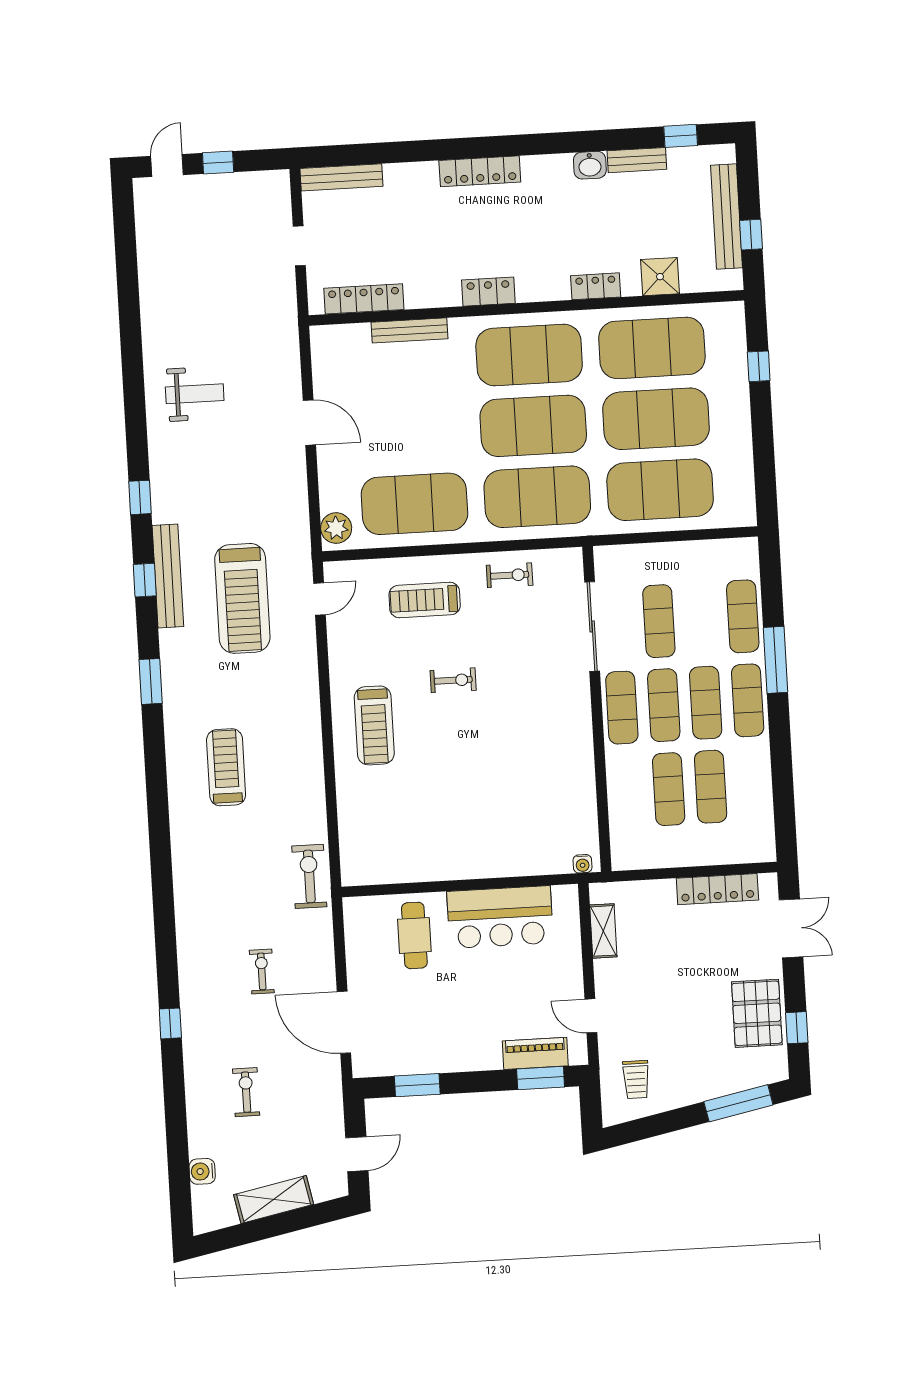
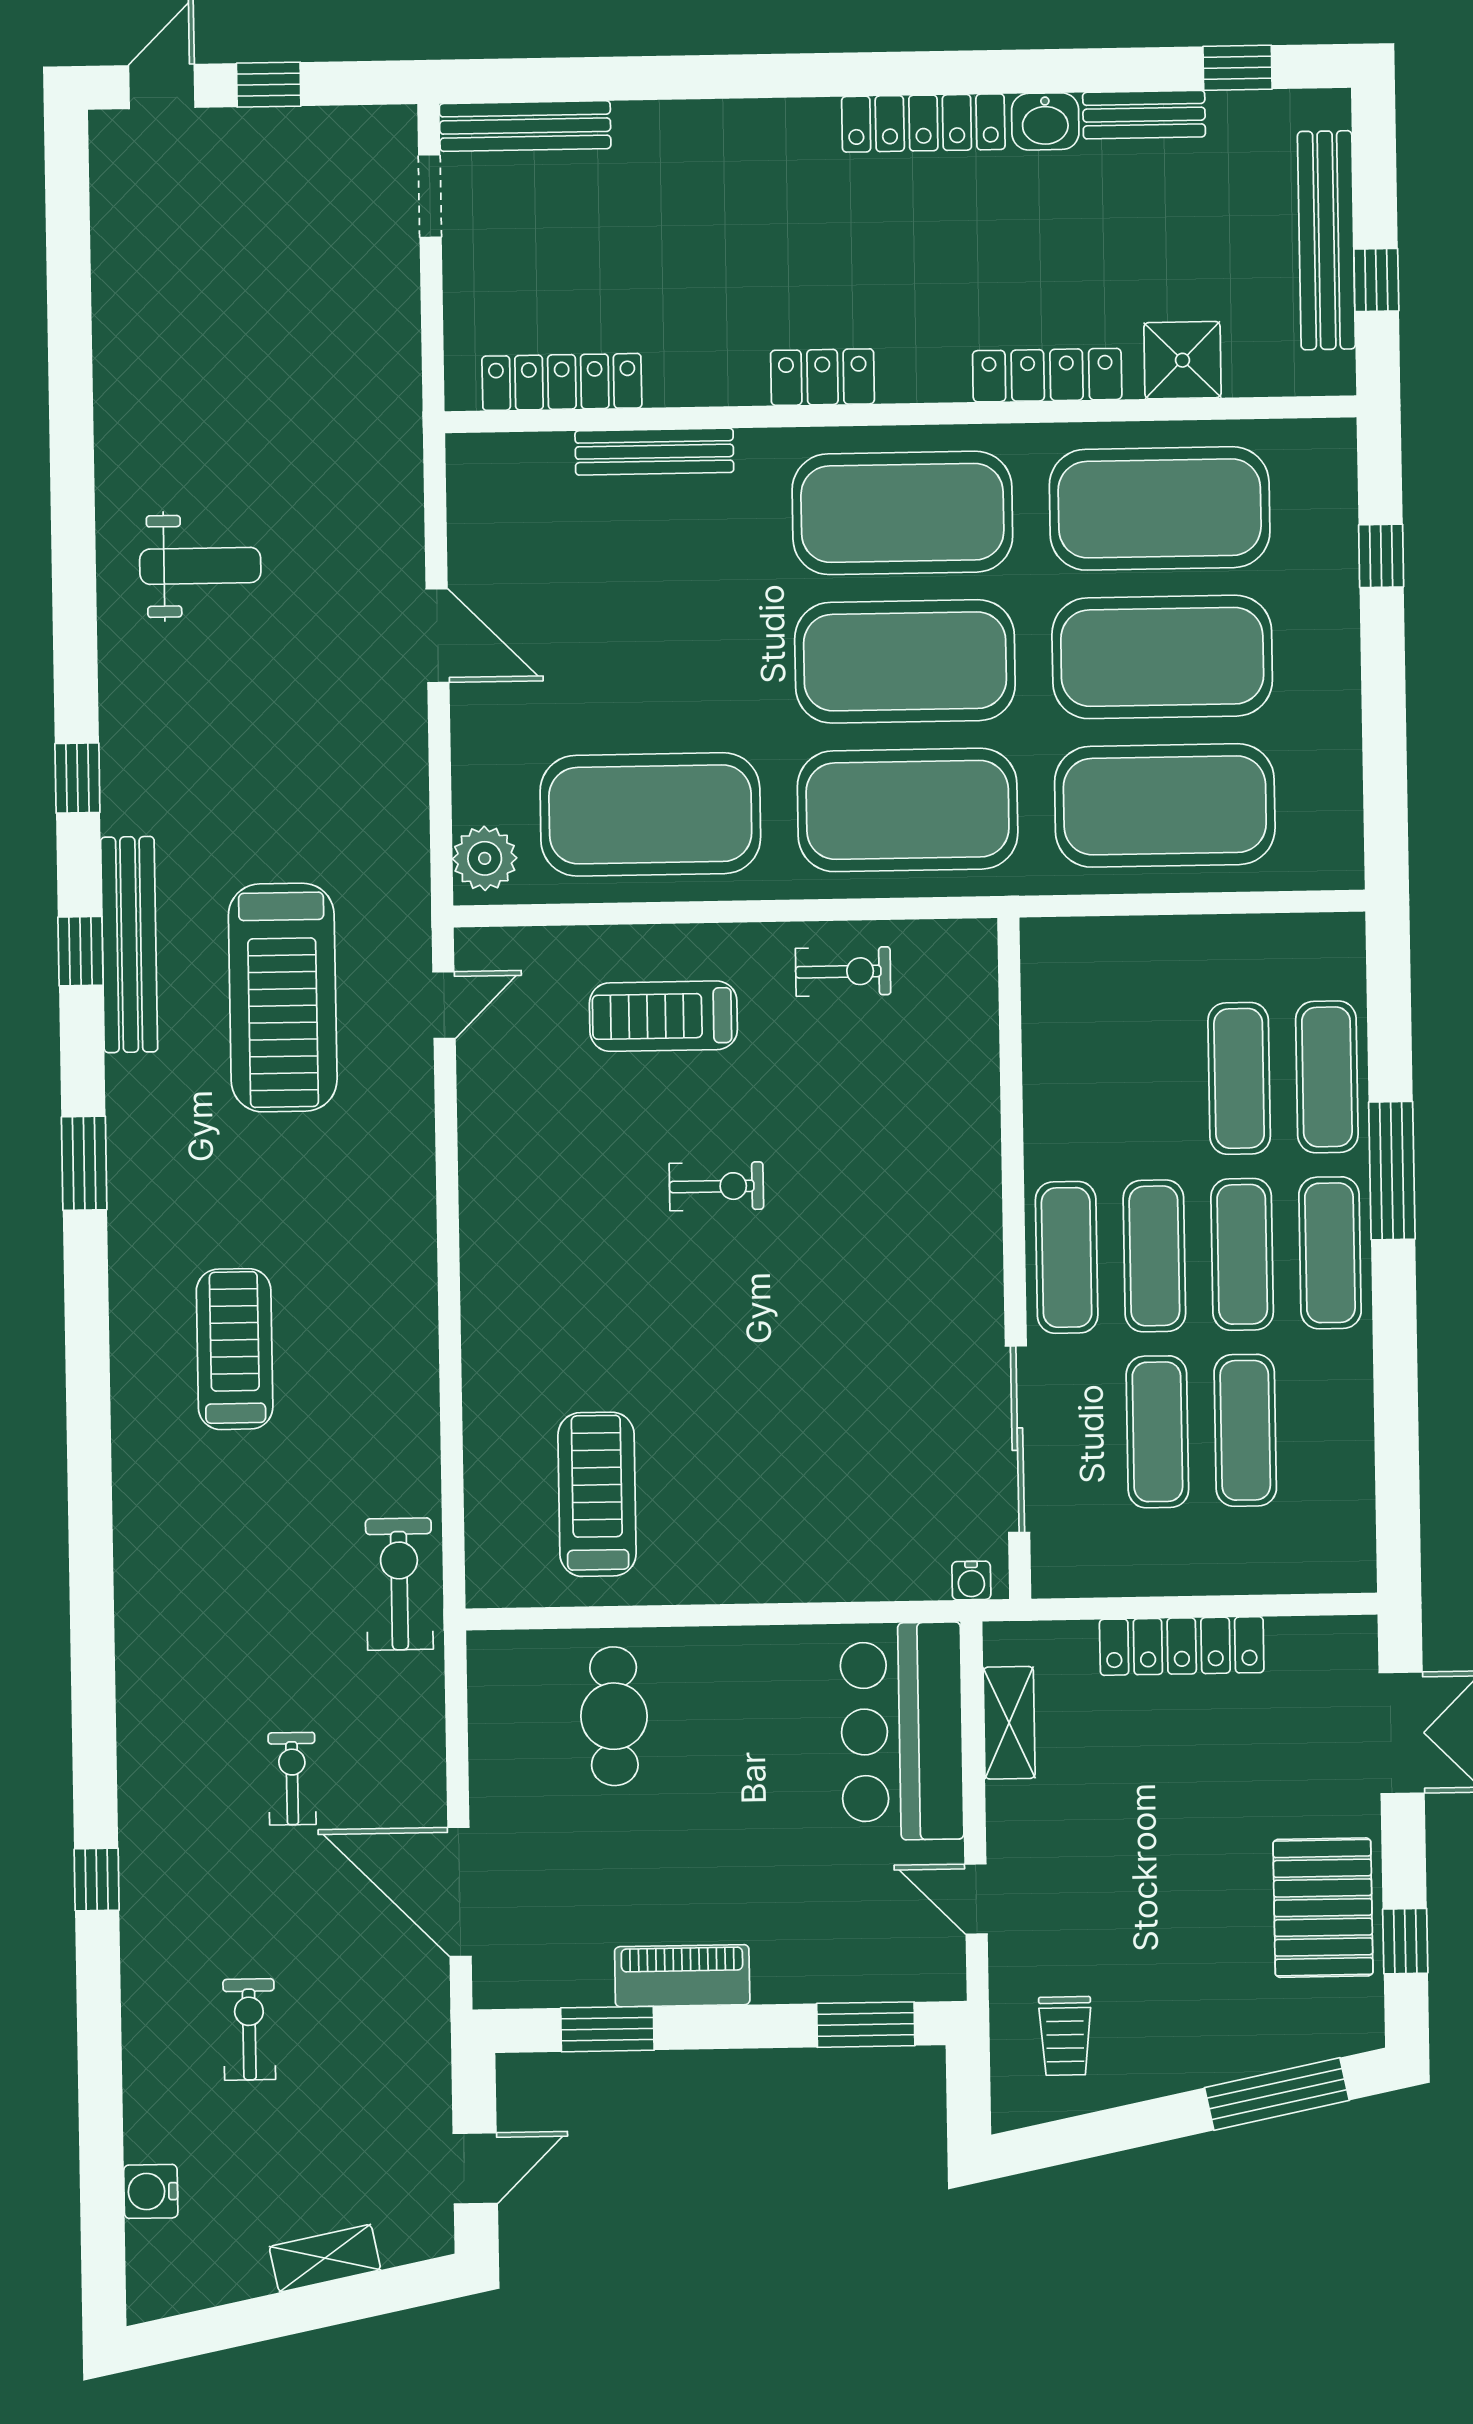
locker: (480, 171) -> (923, 123), moved
doorway: (299, 246) -> (430, 196), moved
locker: (596, 286) -> (1047, 375), width x1.53
exercise mat: (659, 621) -> (1239, 1078), moved
sliding door: (592, 626) -> (1017, 1439), moved
treadmill: (374, 725) -> (597, 1494), moved, turned 180
locker: (717, 889) -> (1182, 1646), moved
bar counter: (500, 917) -> (902, 1731), moved, turned 90
piano: (535, 1053) -> (682, 1976), moved
shelving: (274, 1199) -> (325, 2258), width x0.67, depth x0.75

